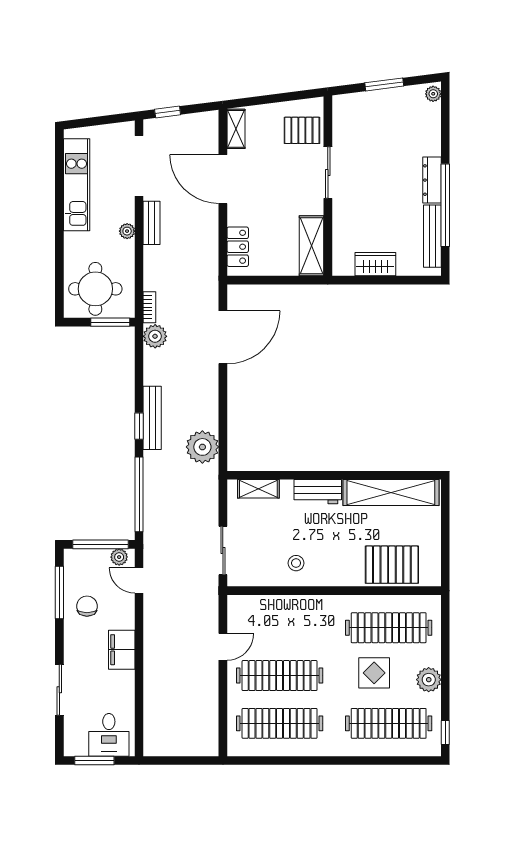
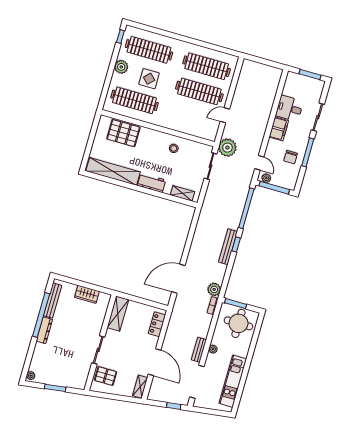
plant: (202, 447) -> (227, 148), moved
window: (59, 592) -> (308, 152), moved
desk: (109, 735) -> (289, 108), moved, turned -90

